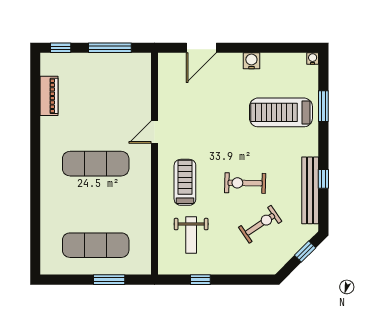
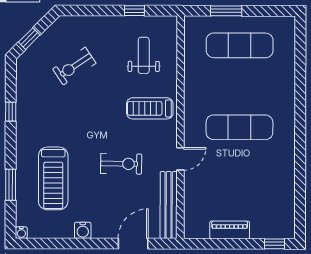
window: (110, 48) -> (225, 244), removed
piano: (49, 96) -> (230, 230), moved, turned 90
treadmill: (281, 112) -> (53, 178), turned 90
treadmill: (185, 182) -> (150, 108), turned 90
exercise bike: (245, 183) -> (121, 164), moved
bench: (310, 190) -> (169, 205), moved

